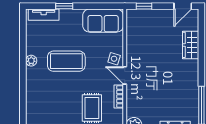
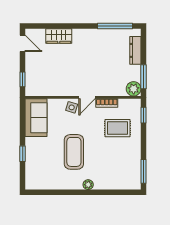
tv unit: (44, 15) -> (31, 173), removed
plant: (31, 61) -> (88, 185), moved

